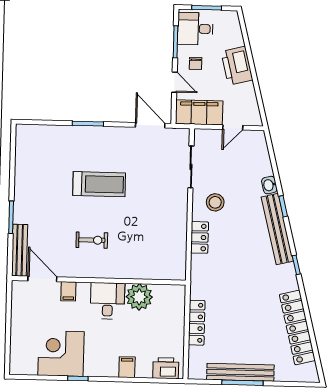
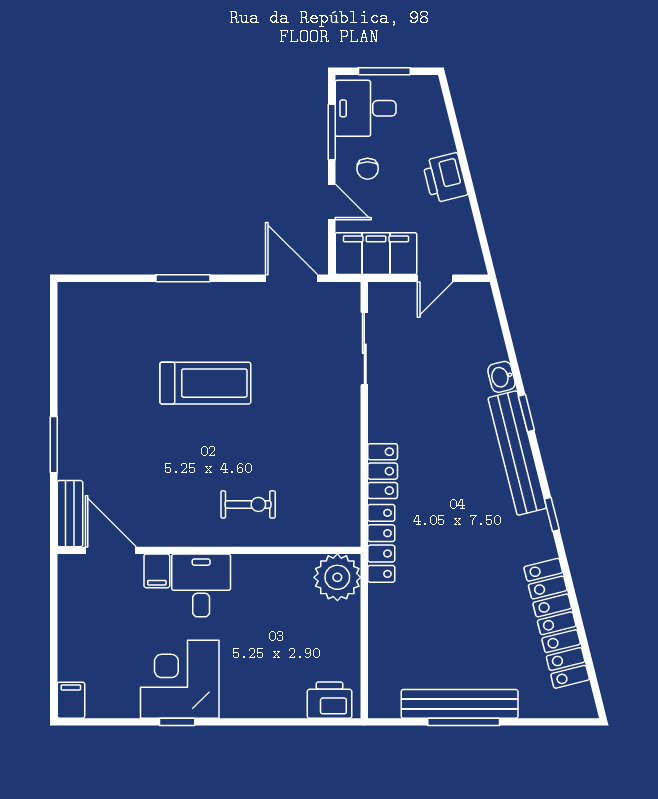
printer: (237, 66) -> (445, 178), width x0.73, depth x0.84
stool: (215, 202) -> (408, 409), removed
exercise bike: (92, 240) -> (248, 504), moved
bench: (20, 250) -> (70, 514), width x0.73
plant: (139, 297) -> (337, 577), moved
desk: (108, 301) -> (201, 585), moved
locker: (197, 323) -> (381, 543), moved
corner desk: (61, 353) -> (180, 679), moved
filing cabinet: (127, 367) -> (71, 700), moved

